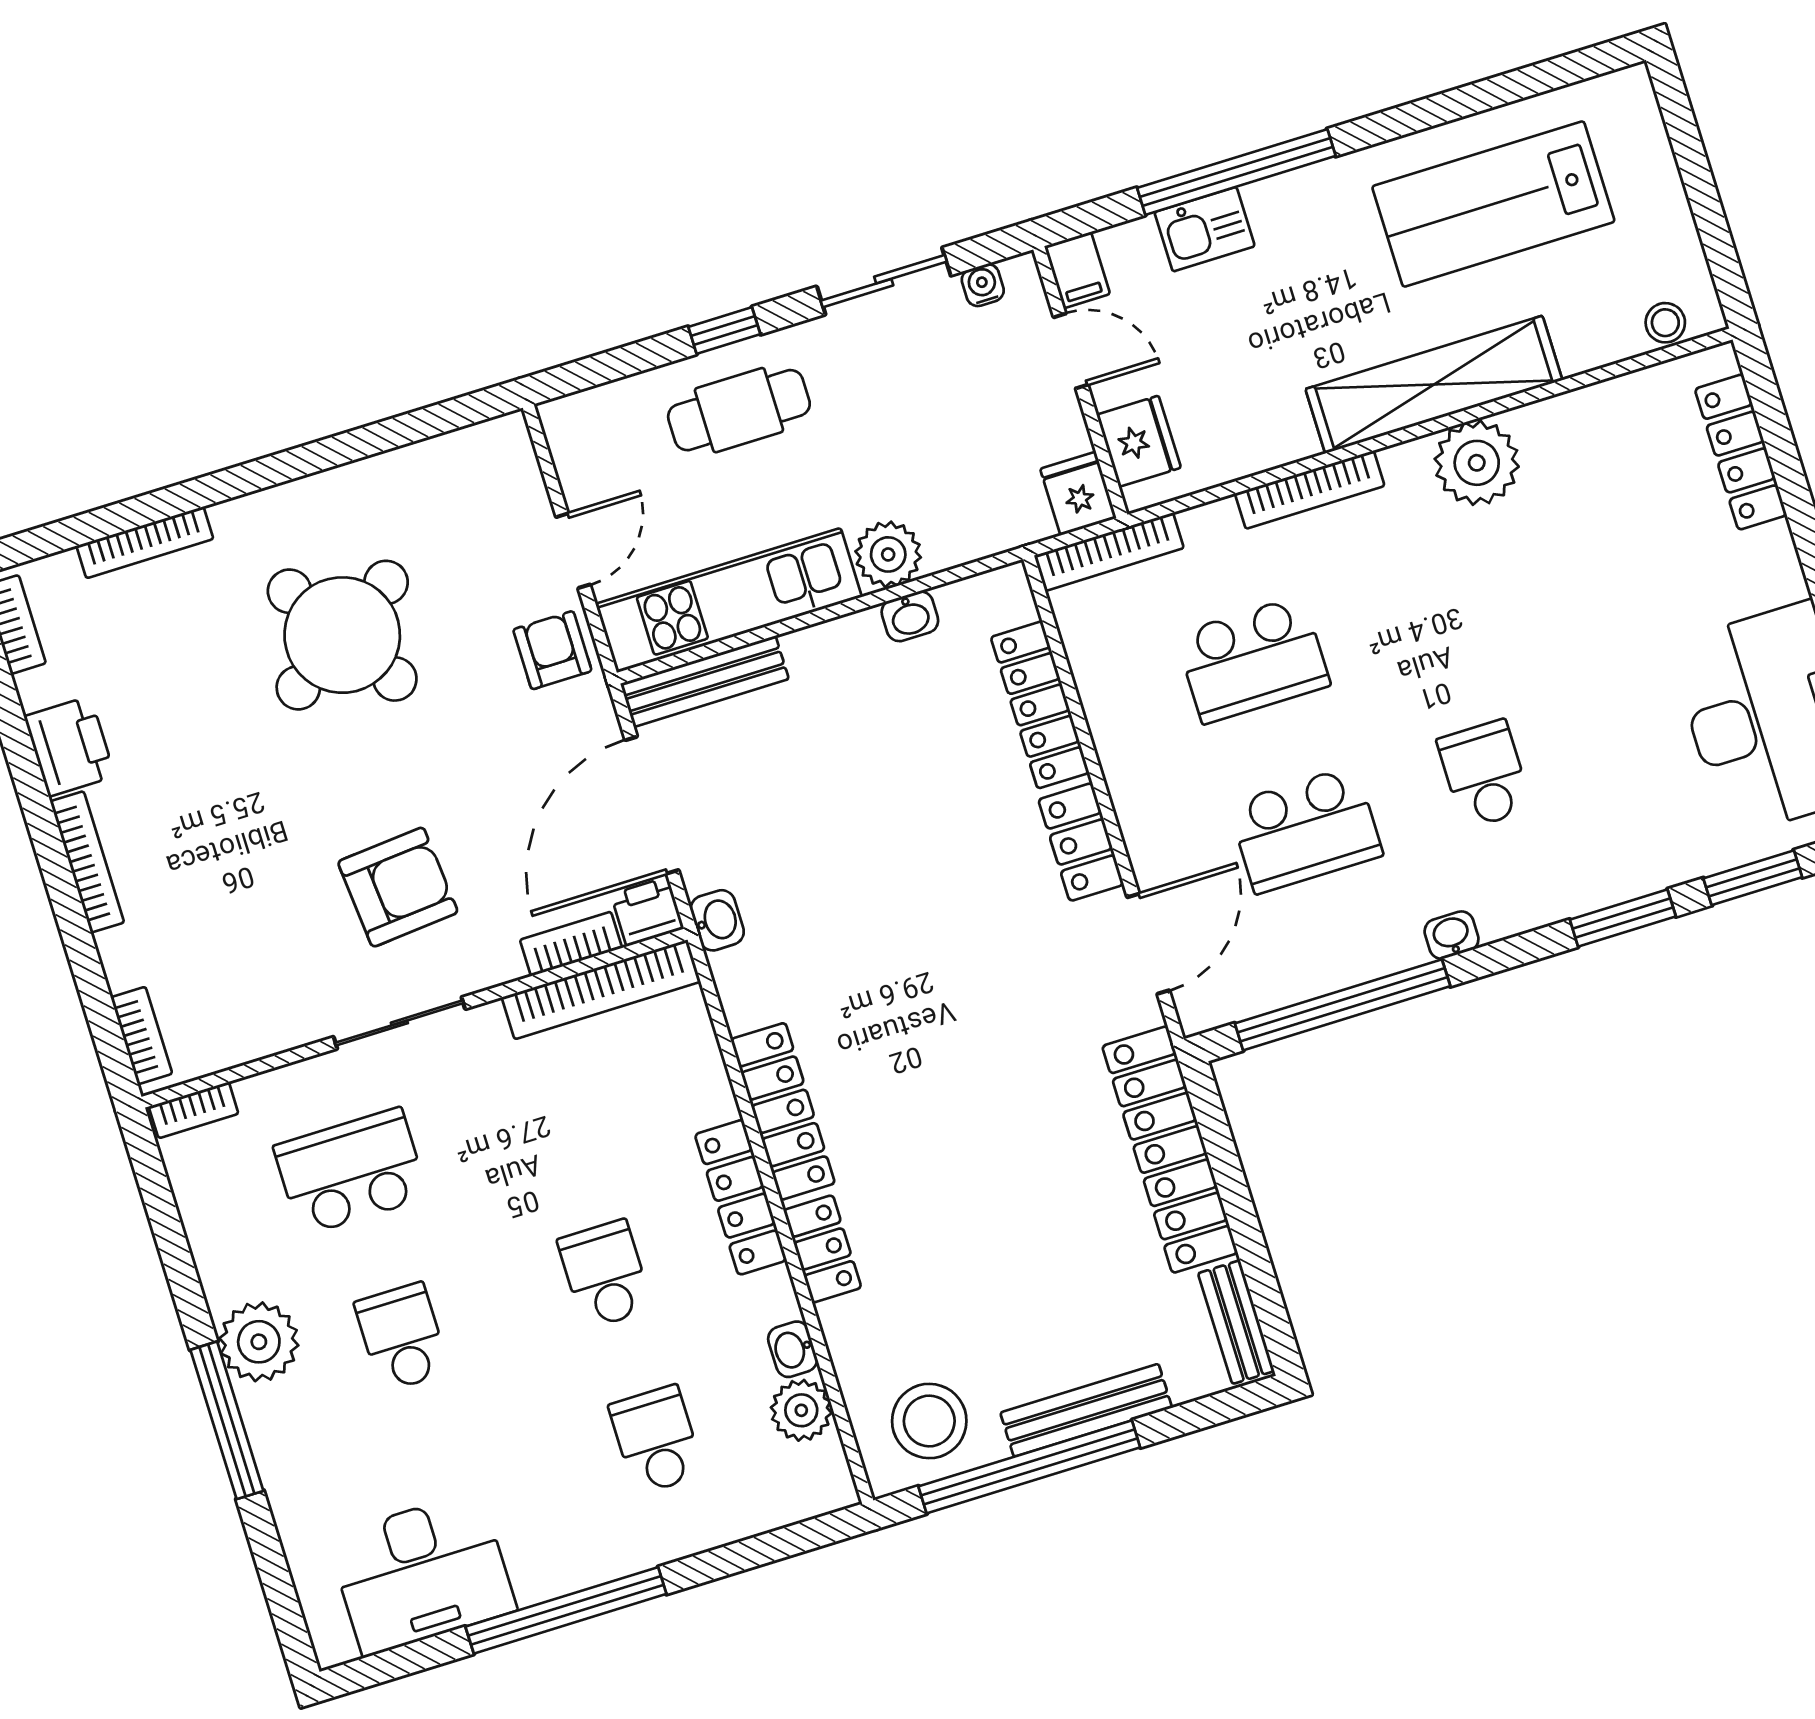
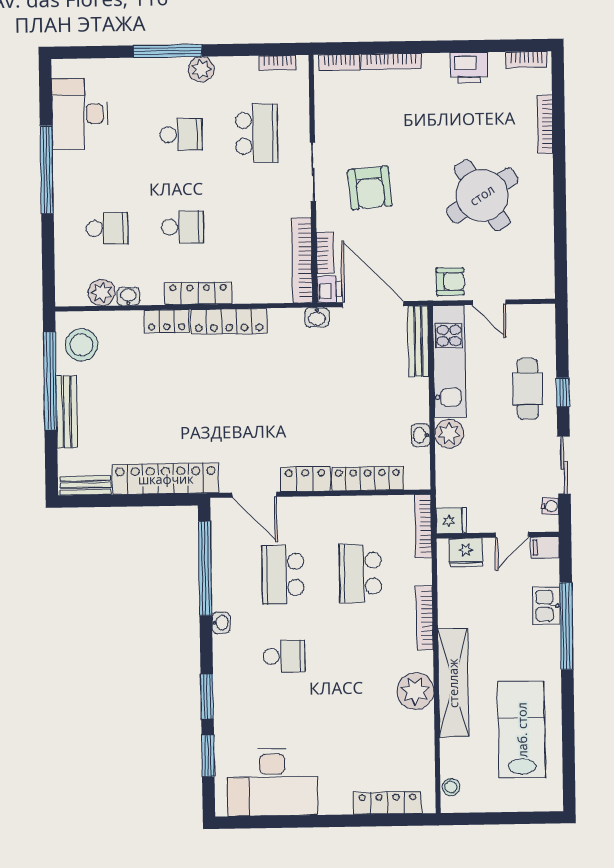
bookcase: (87, 862) -> (391, 61), moved
bookcase: (194, 1110) -> (278, 63), moved, turned -90
plant: (259, 1342) -> (201, 69), width x0.73, depth x0.73

